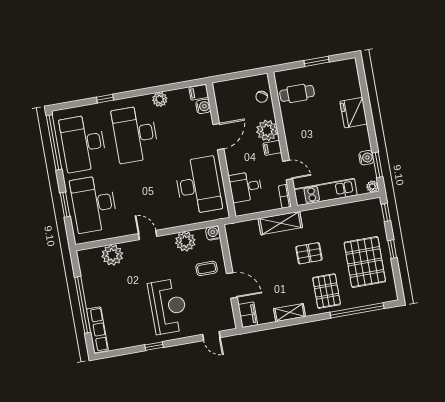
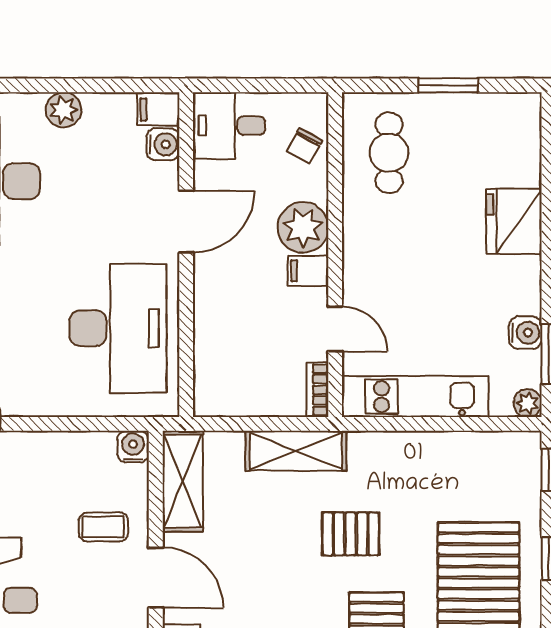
cafe table: (297, 93) -> (389, 153), turned 90
desk: (246, 187) -> (229, 126), moved
plant: (185, 241) -> (65, 455), removed
shelving: (236, 244) -> (183, 481), added

